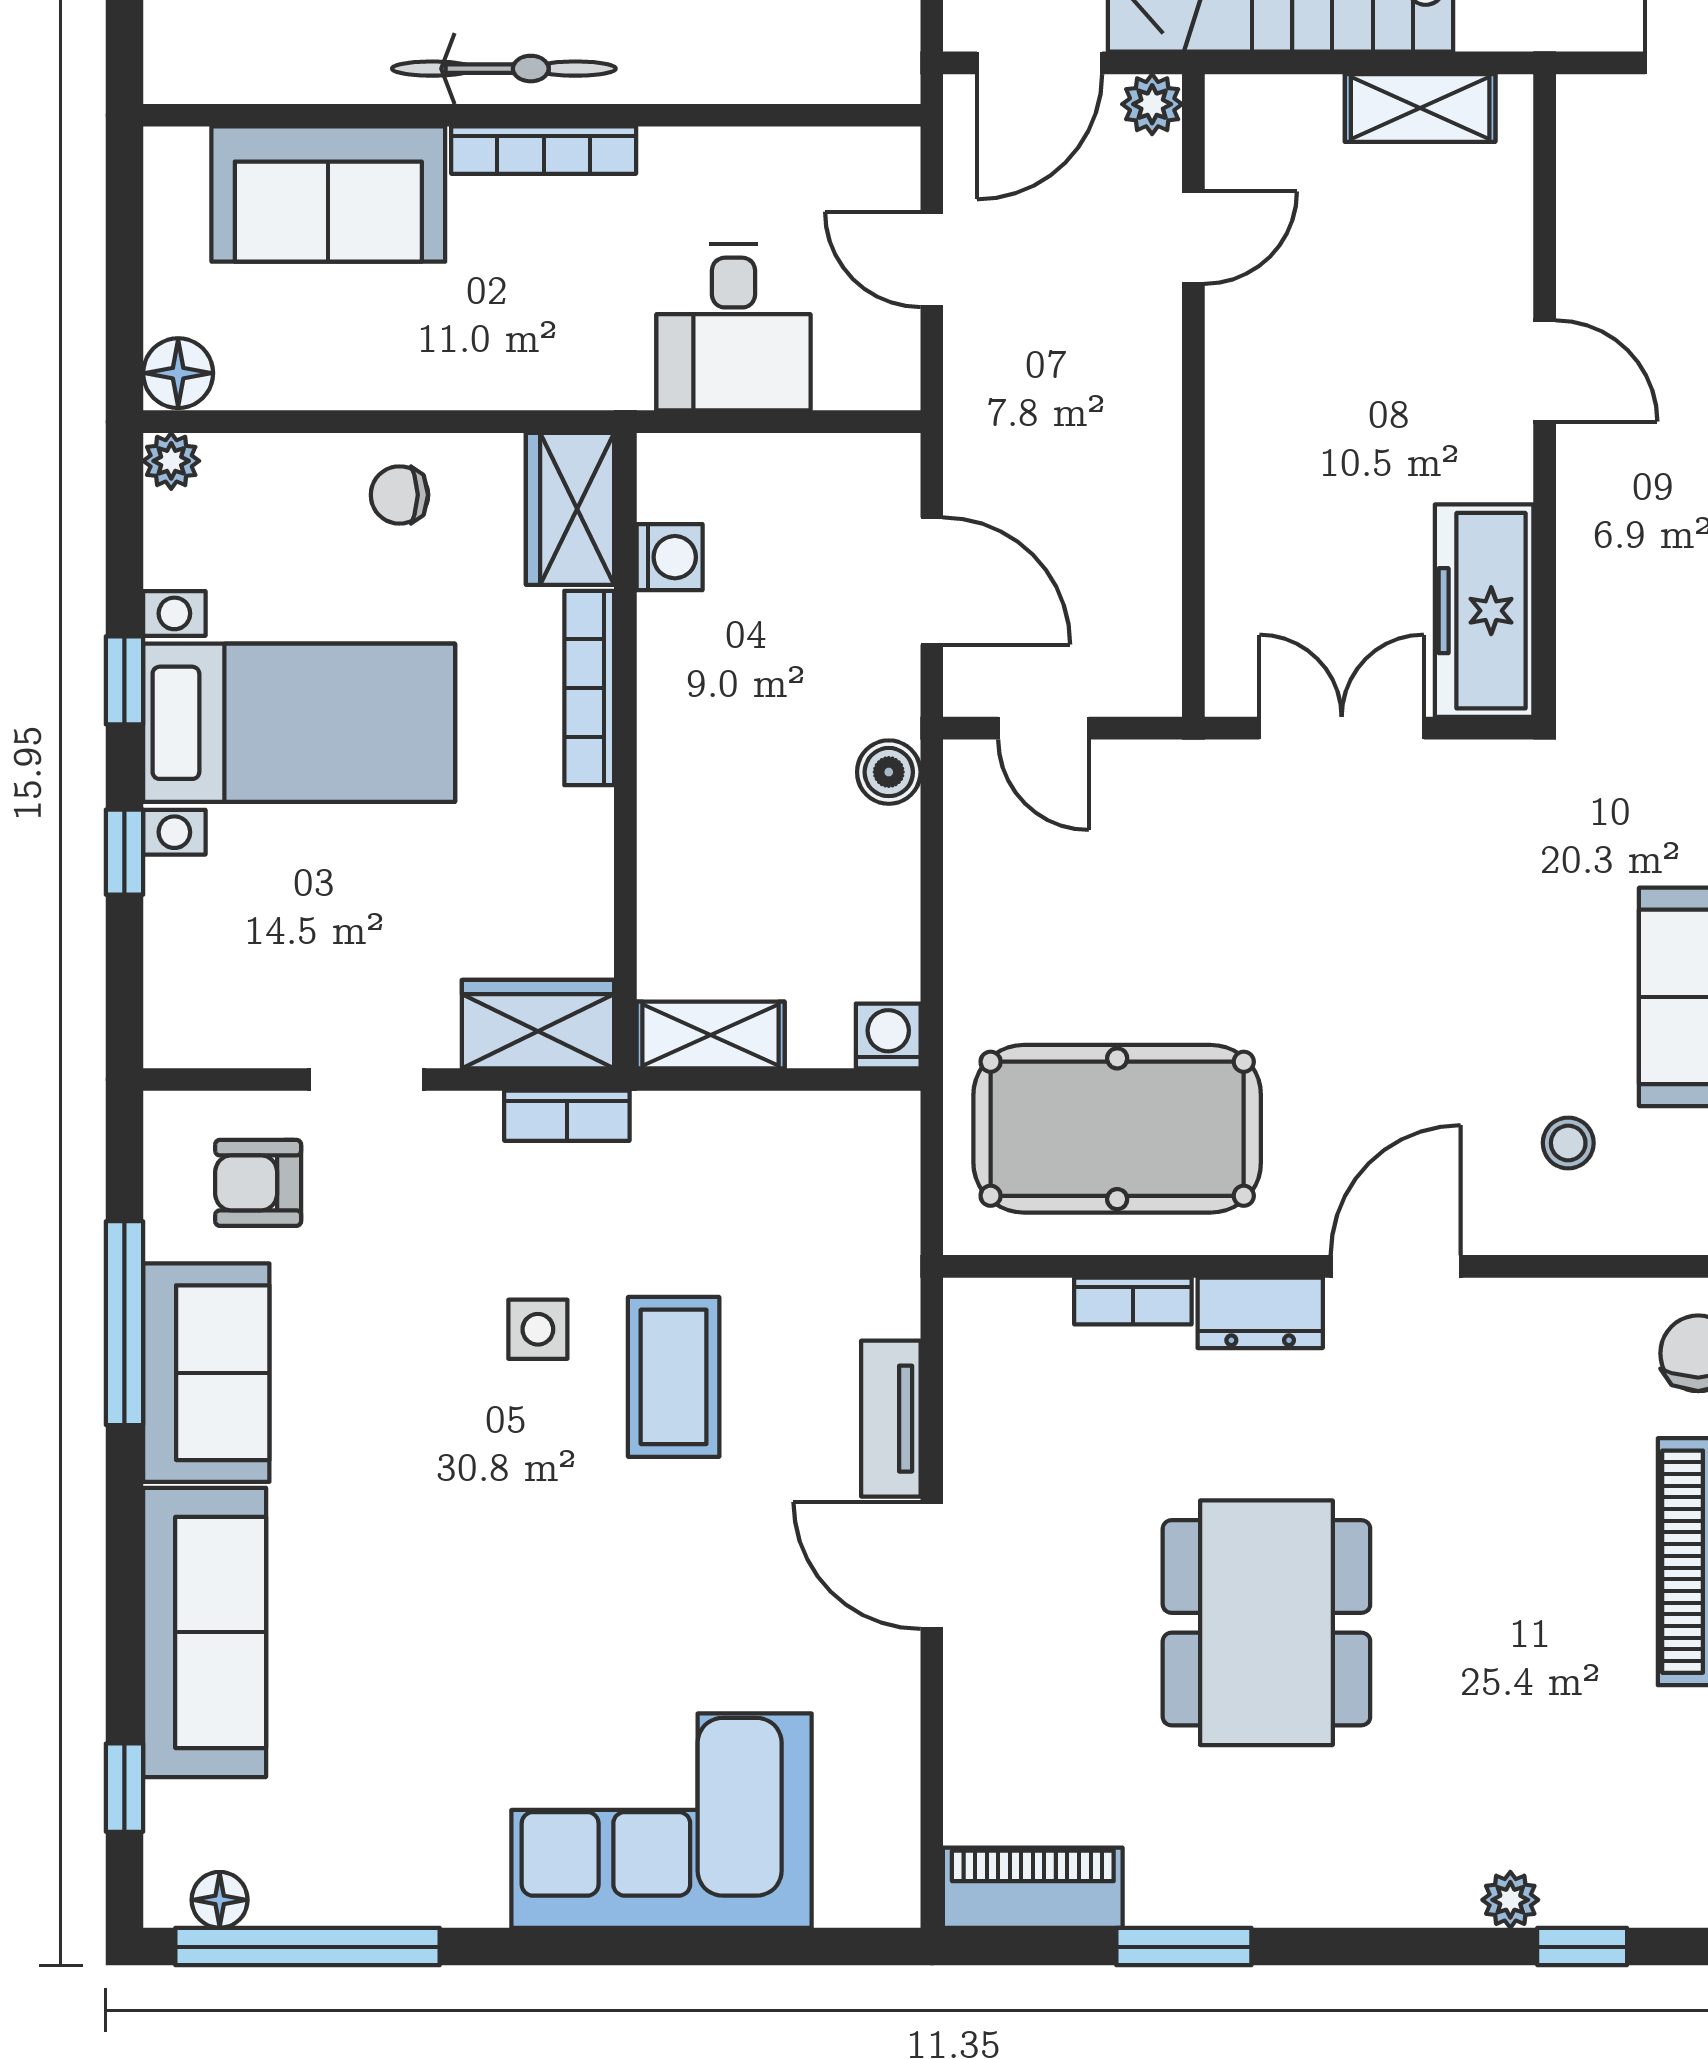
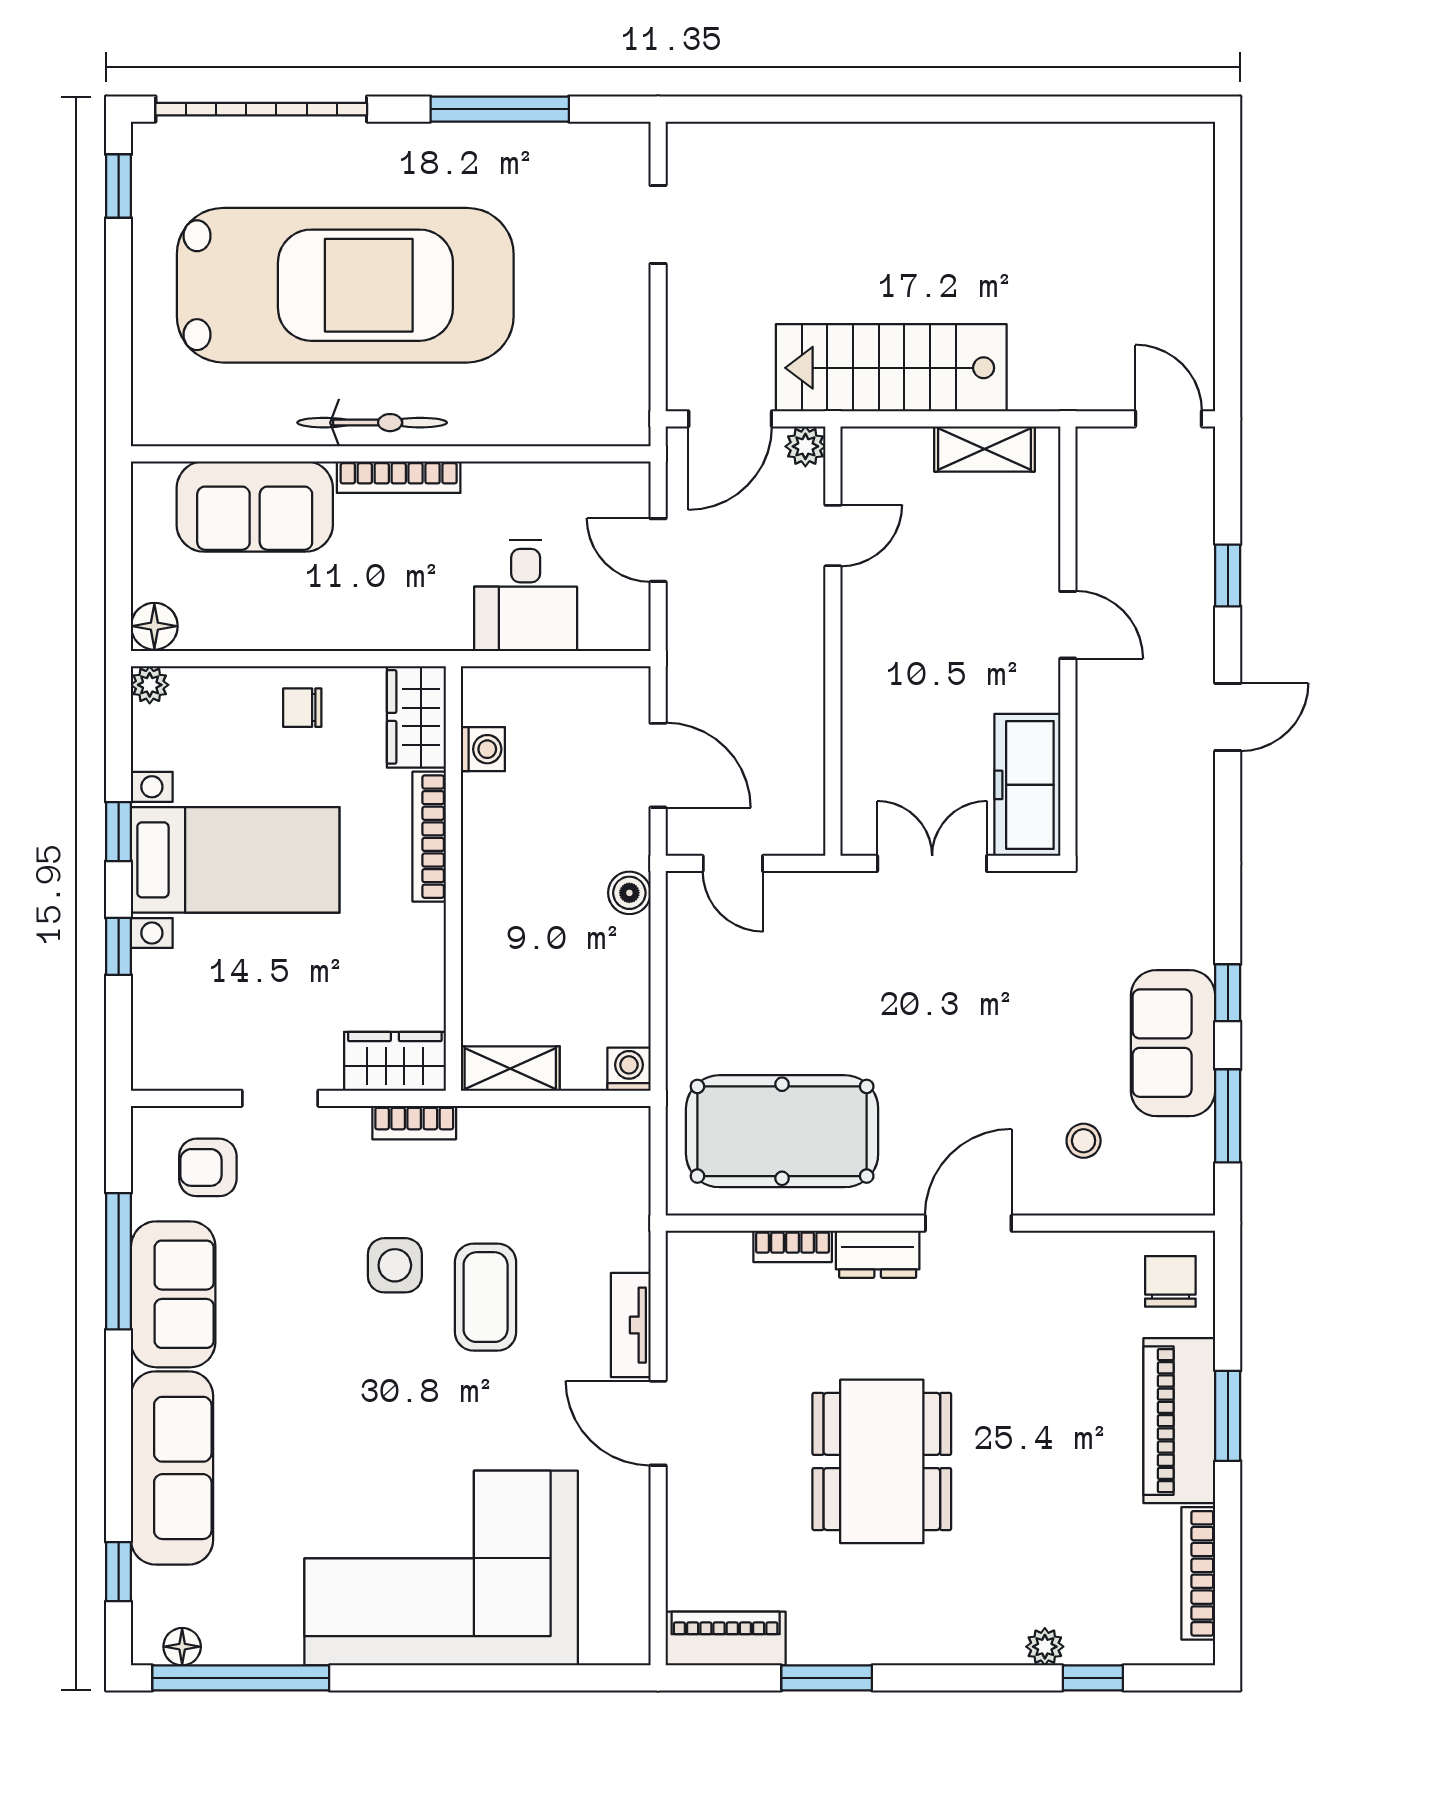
side table: (538, 1329) -> (395, 1265), width x1.37, depth x1.37
corner sofa: (662, 1821) -> (441, 1568), width x1.36, depth x1.36

